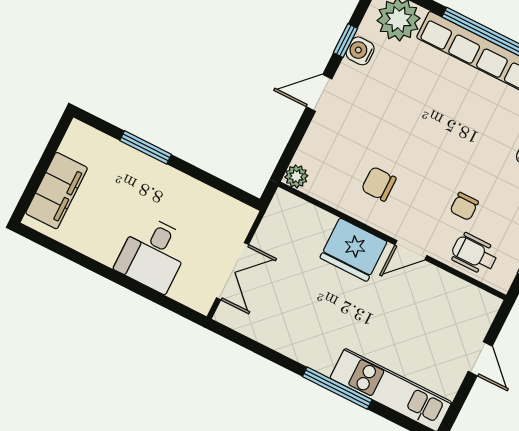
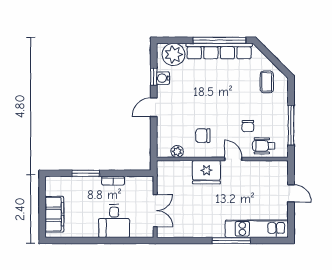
plant: (296, 176) -> (177, 151), moved
bookcase: (186, 184) -> (113, 181), added
door: (411, 250) -> (233, 159), swing flipped

